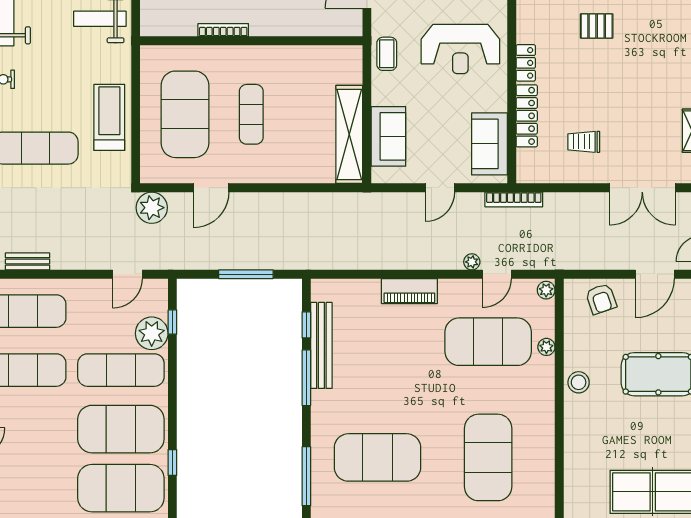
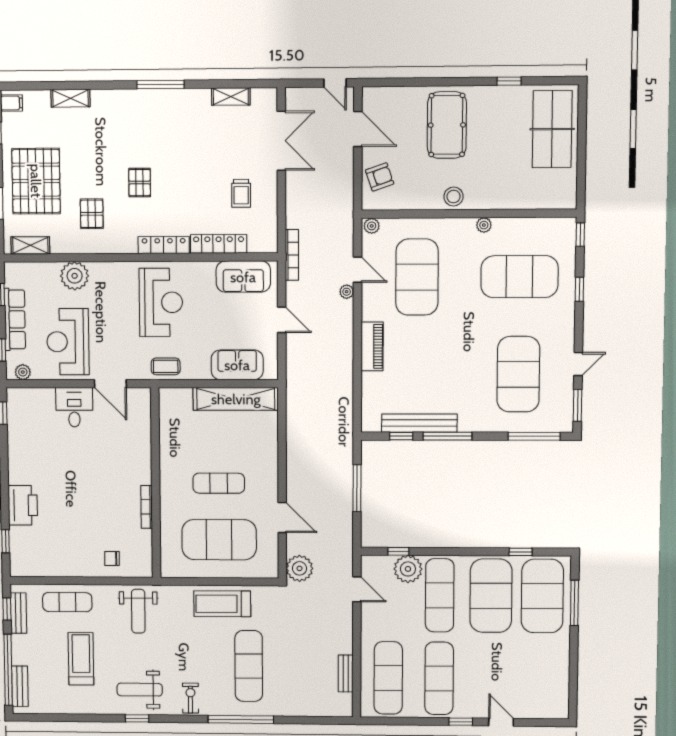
locker: (526, 63) -> (164, 245), width x1.53
plant: (546, 347) -> (484, 225), moved

